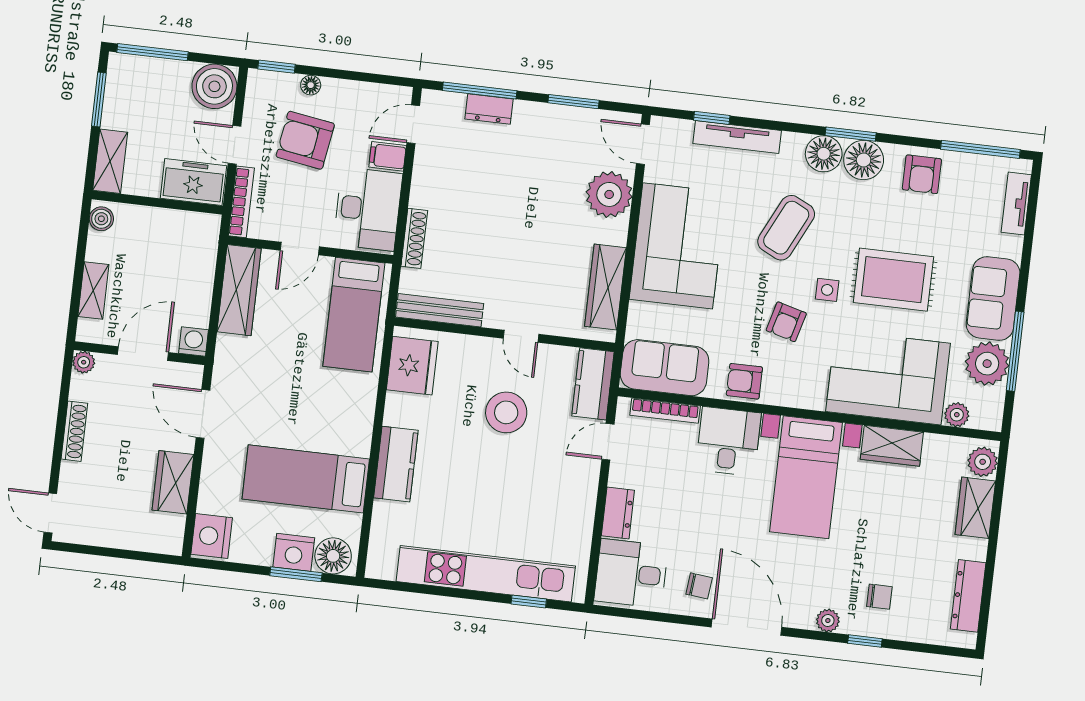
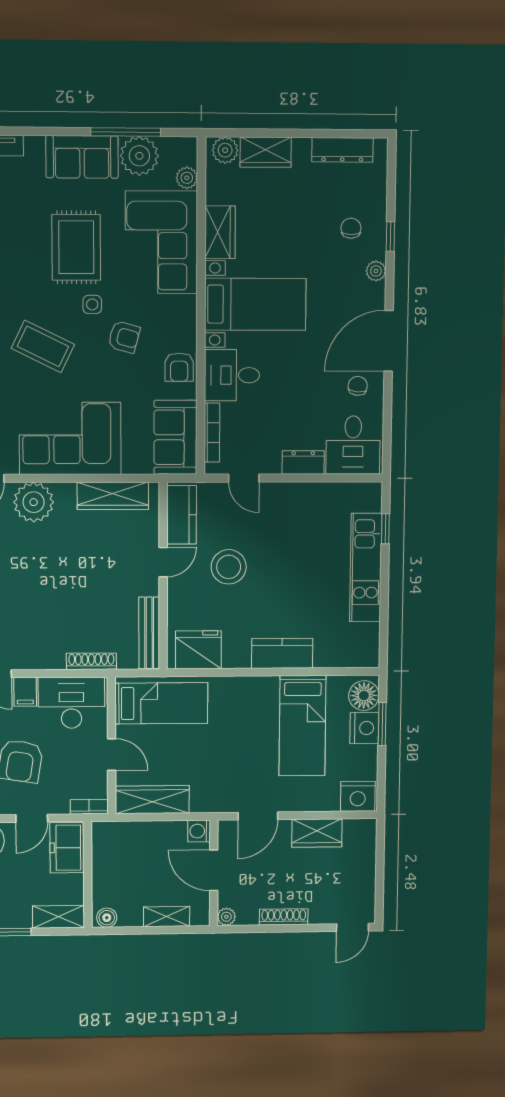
bookcase: (241, 202) -> (89, 807), width x0.64
kitchen counter: (593, 384) -> (182, 515), moved, turned -90
kitchen unit: (486, 574) -> (366, 568), width x0.73

